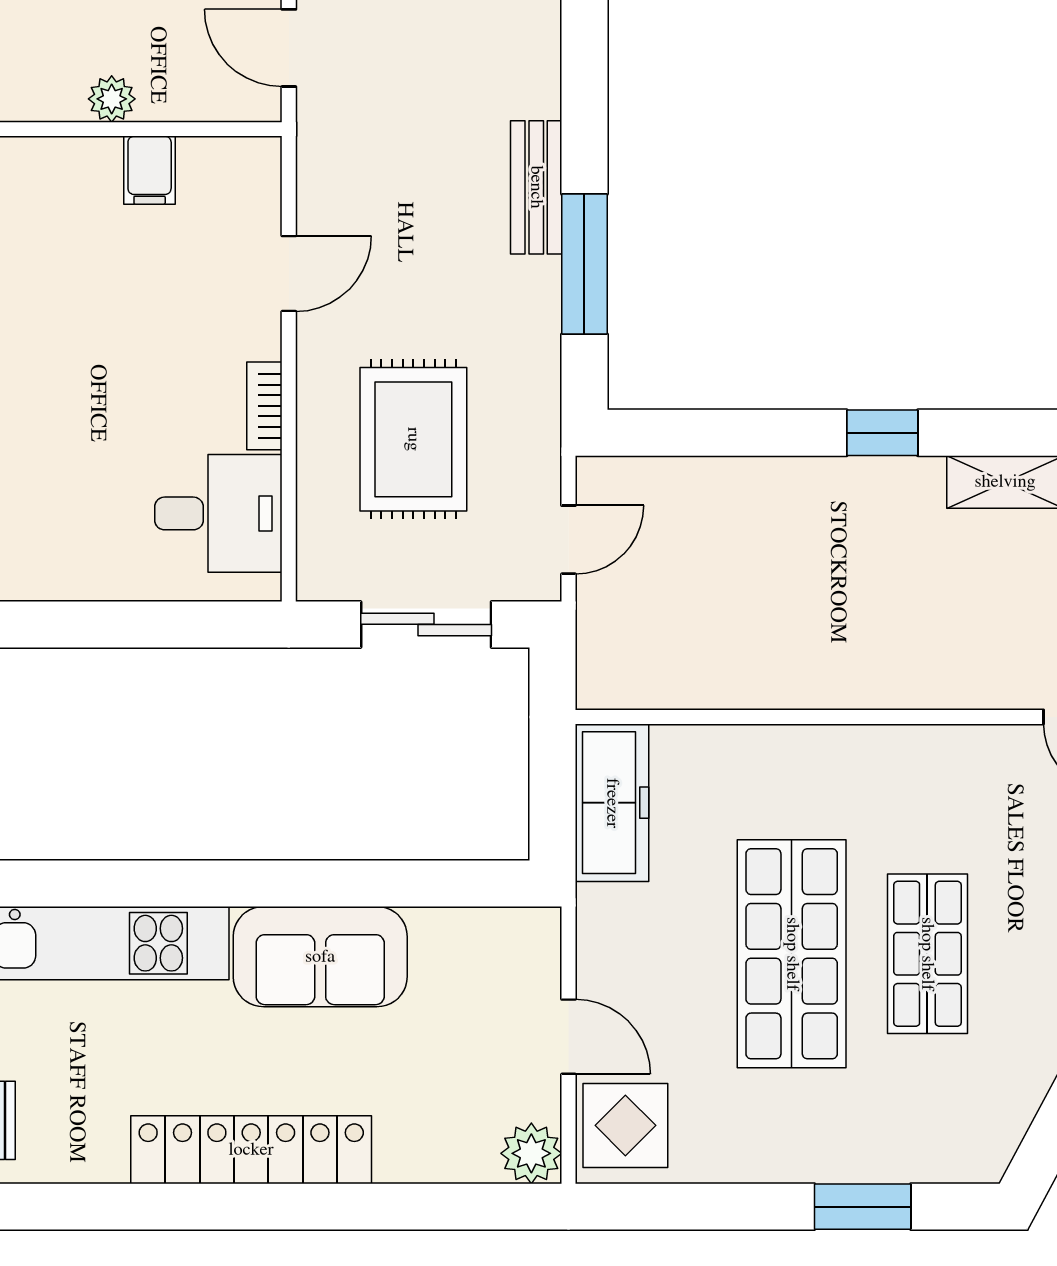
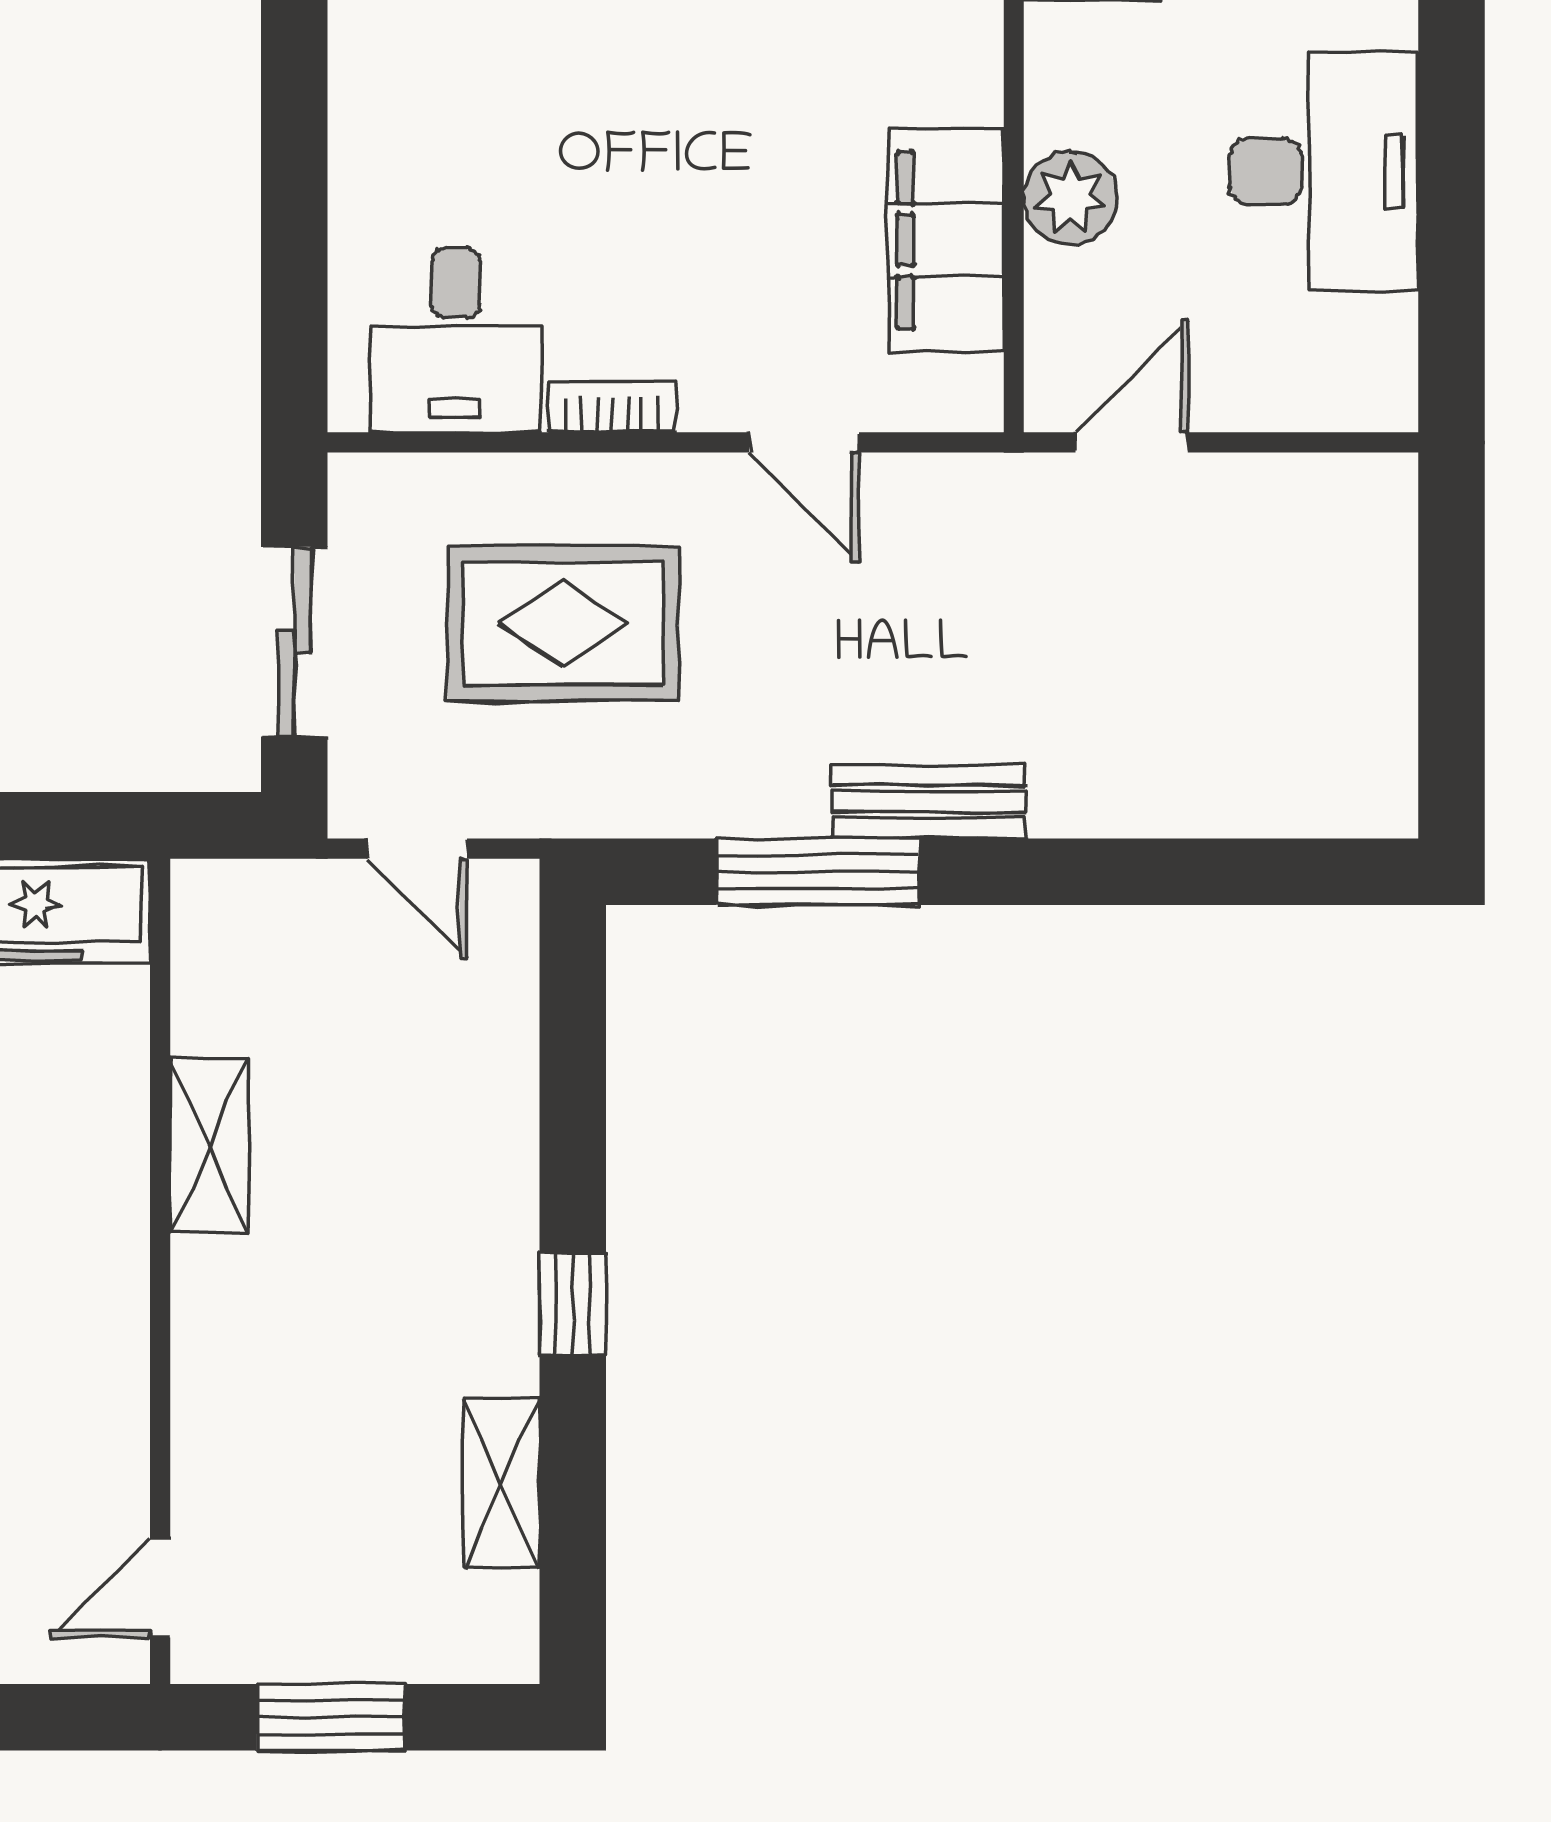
plant: (112, 99) -> (1070, 198), width x1.38, depth x1.38
filing cabinet: (150, 170) -> (946, 240), width x3.00, depth x1.17
shelving: (773, 683) -> (209, 1145), added

